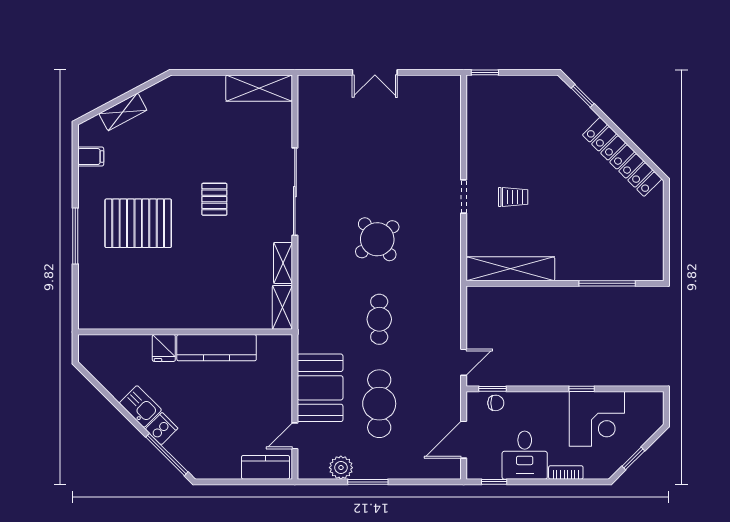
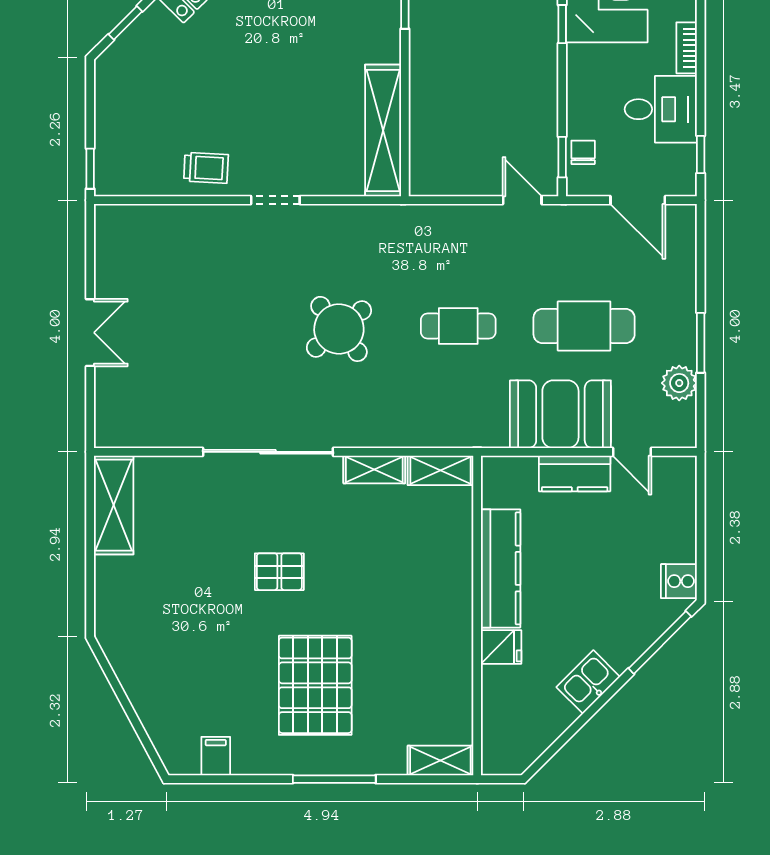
shelving: (123, 112) -> (440, 761), moved, turned -62
trolley: (513, 197) -> (206, 168), moved, turned 93
cooker: (162, 429) -> (679, 581), moved, turned -45
kitchen counter: (265, 467) -> (575, 473), moved, turned -90

